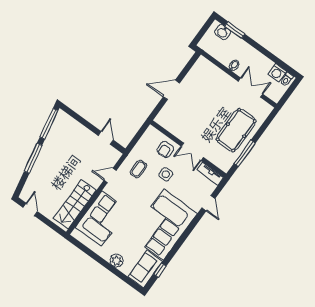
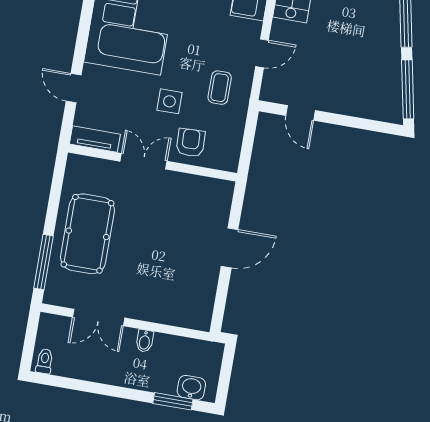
washing machine: (277, 73) -> (66, 365), removed
window: (245, 153) -> (44, 262), moved

